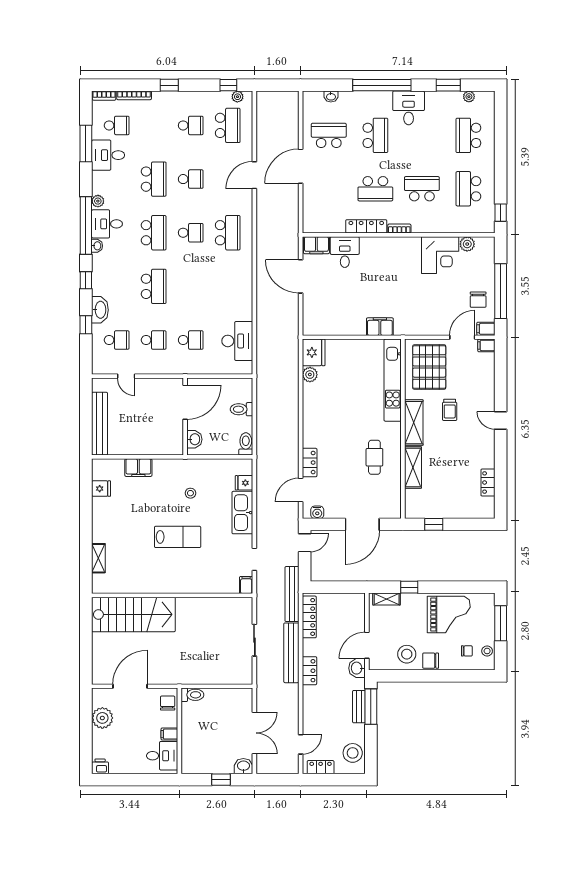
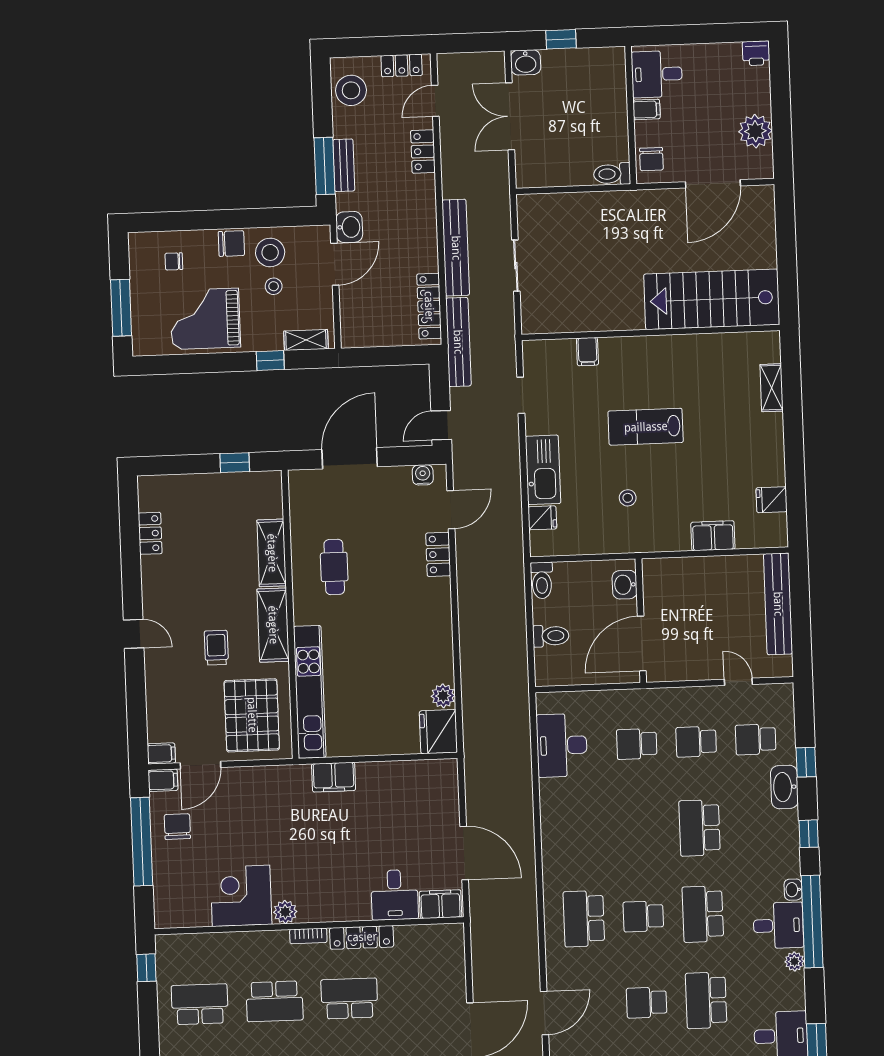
school desk: (468, 189) -> (200, 1004), turned -90
plant: (467, 244) -> (285, 912), moved
filing cabinet: (246, 585) -> (587, 352), moved
stool: (487, 651) -> (274, 286), moved
locker: (309, 671) -> (423, 151), moved

